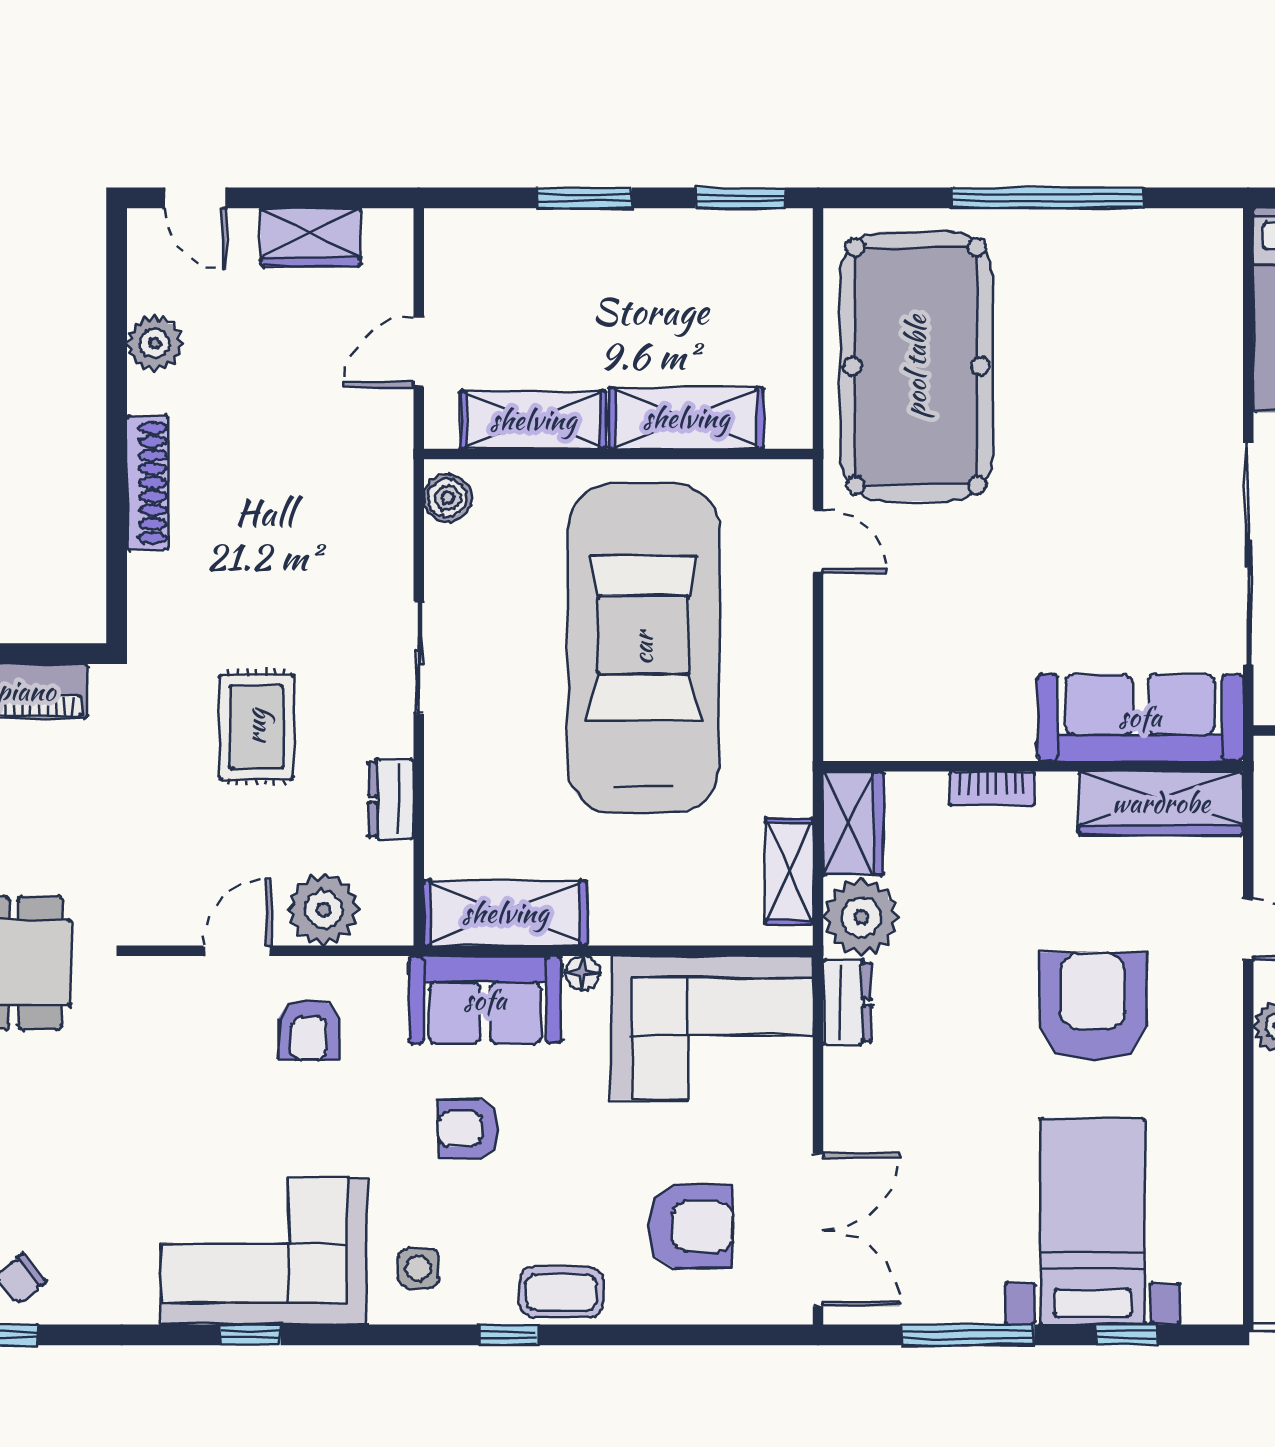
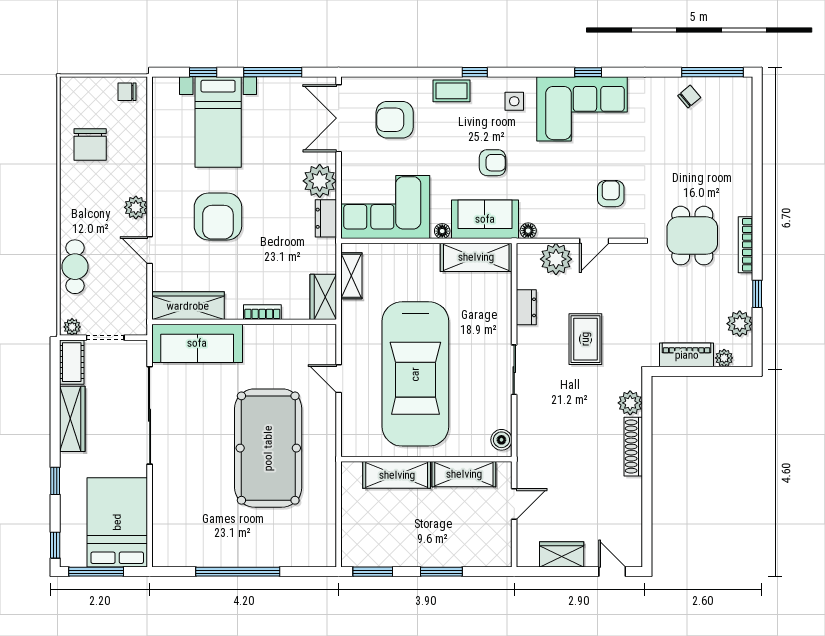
plant: (155, 343) -> (630, 403), moved
pool table: (916, 366) -> (268, 448), moved
door: (818, 542) -> (339, 379), moved
plant: (861, 917) -> (320, 181), moved
floor lamp: (387, 974) -> (528, 231), added
armchair: (309, 1030) -> (611, 194), moved

